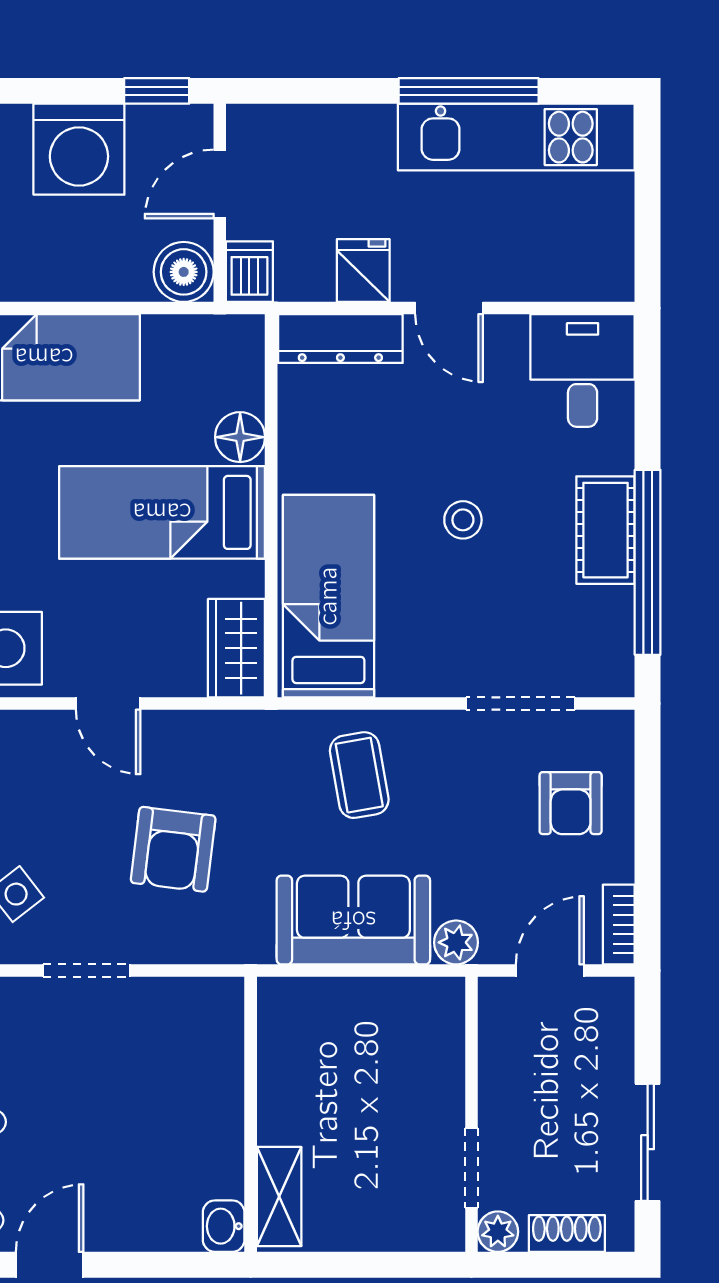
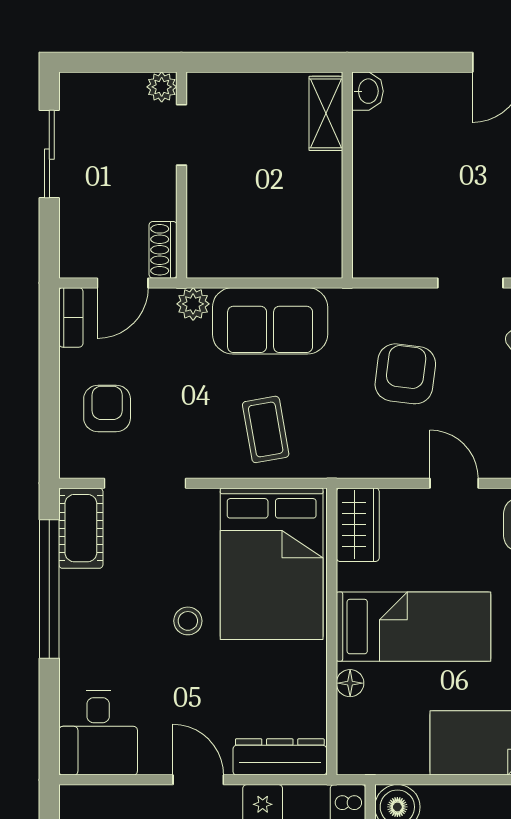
floor lamp: (240, 437) -> (350, 683), width x0.73, depth x0.73
cot: (606, 530) -> (81, 528), moved
bed: (328, 596) -> (272, 564), width x1.50
shoe rack: (567, 1233) -> (163, 250), moved, turned 90

